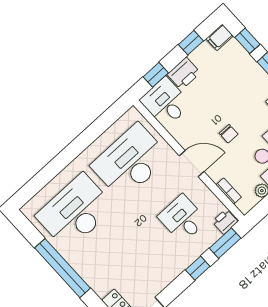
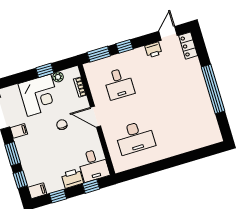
desk: (130, 162) -> (135, 137), width x0.73, depth x0.77
desk: (75, 212) -> (187, 122), removed
printer: (225, 222) -> (153, 50), moved

